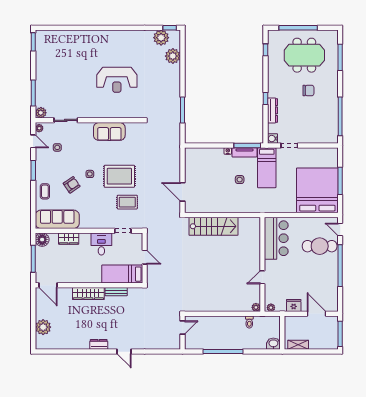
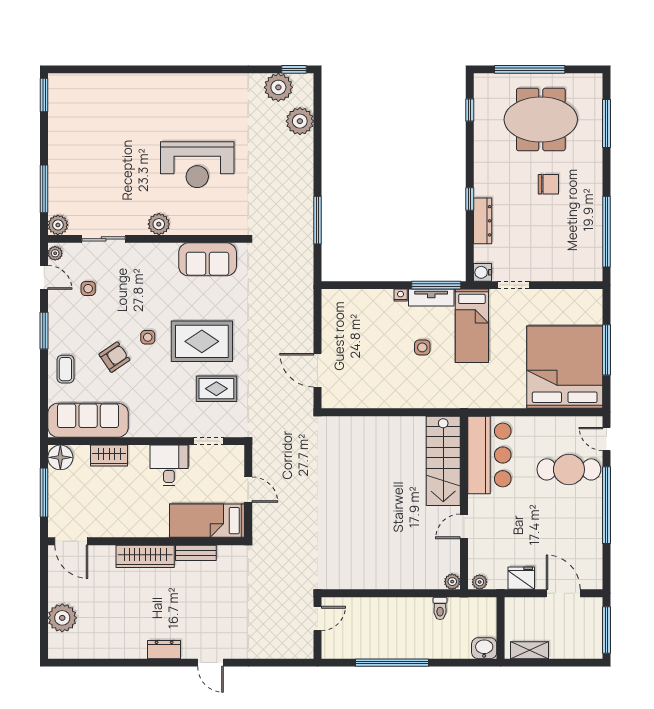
plant: (96, 112) -> (159, 224), added
sofa: (109, 131) -> (208, 259), moved
stairs: (213, 226) -> (443, 461), moved, turned 90

